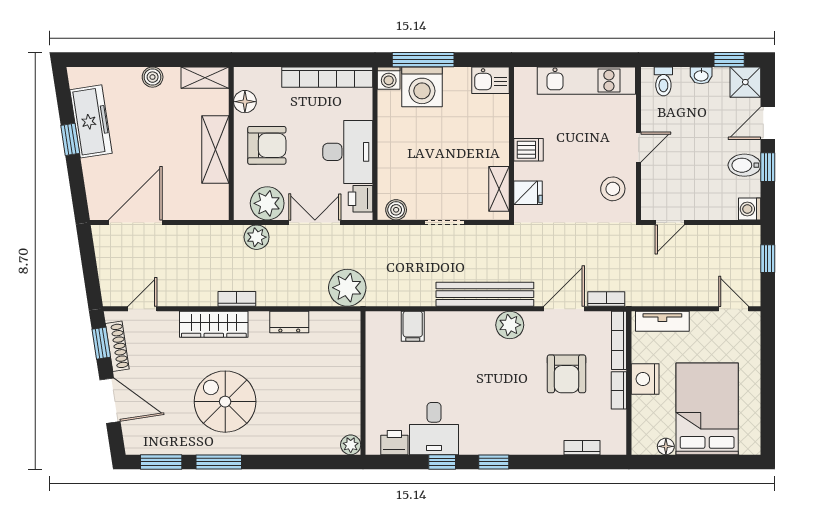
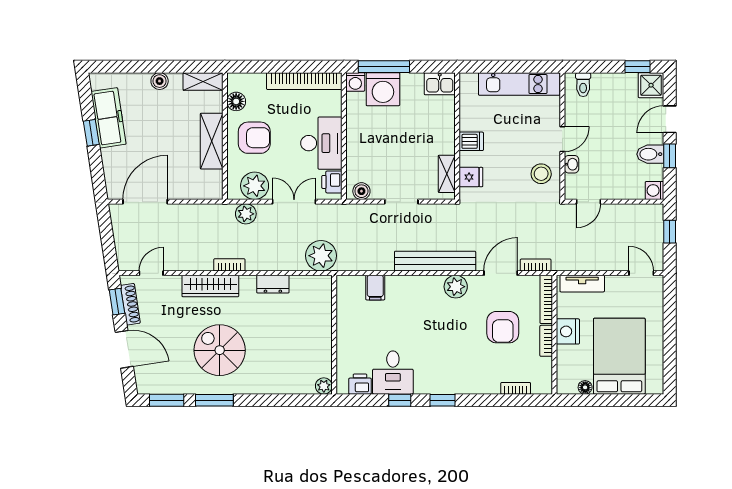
washbasin: (701, 75) -> (572, 164), moved, turned -90

